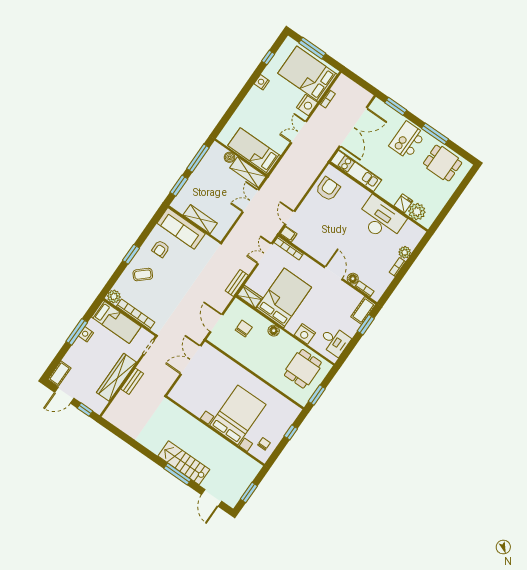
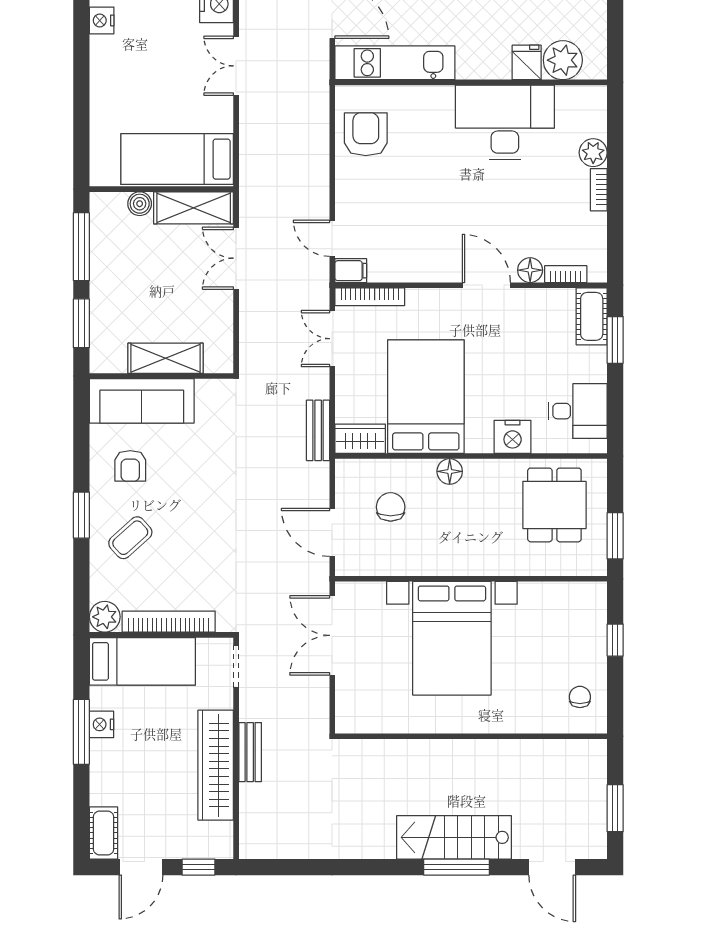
bed with nightstands: (238, 415) -> (452, 638), moved, turned 180

